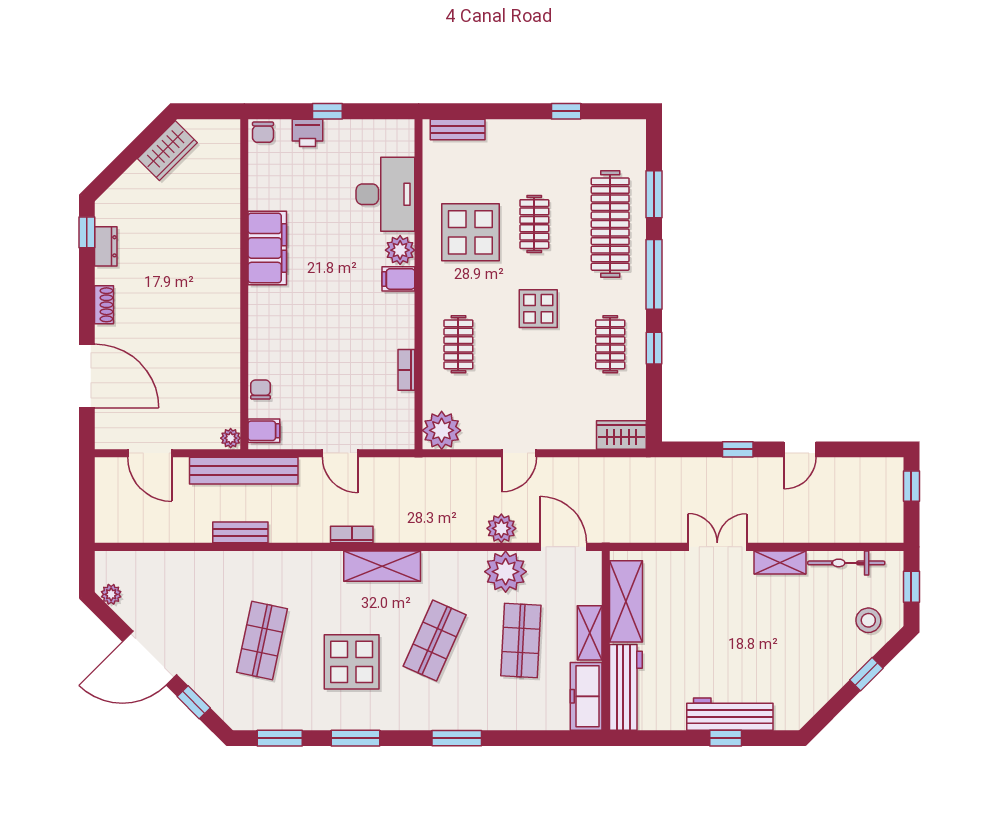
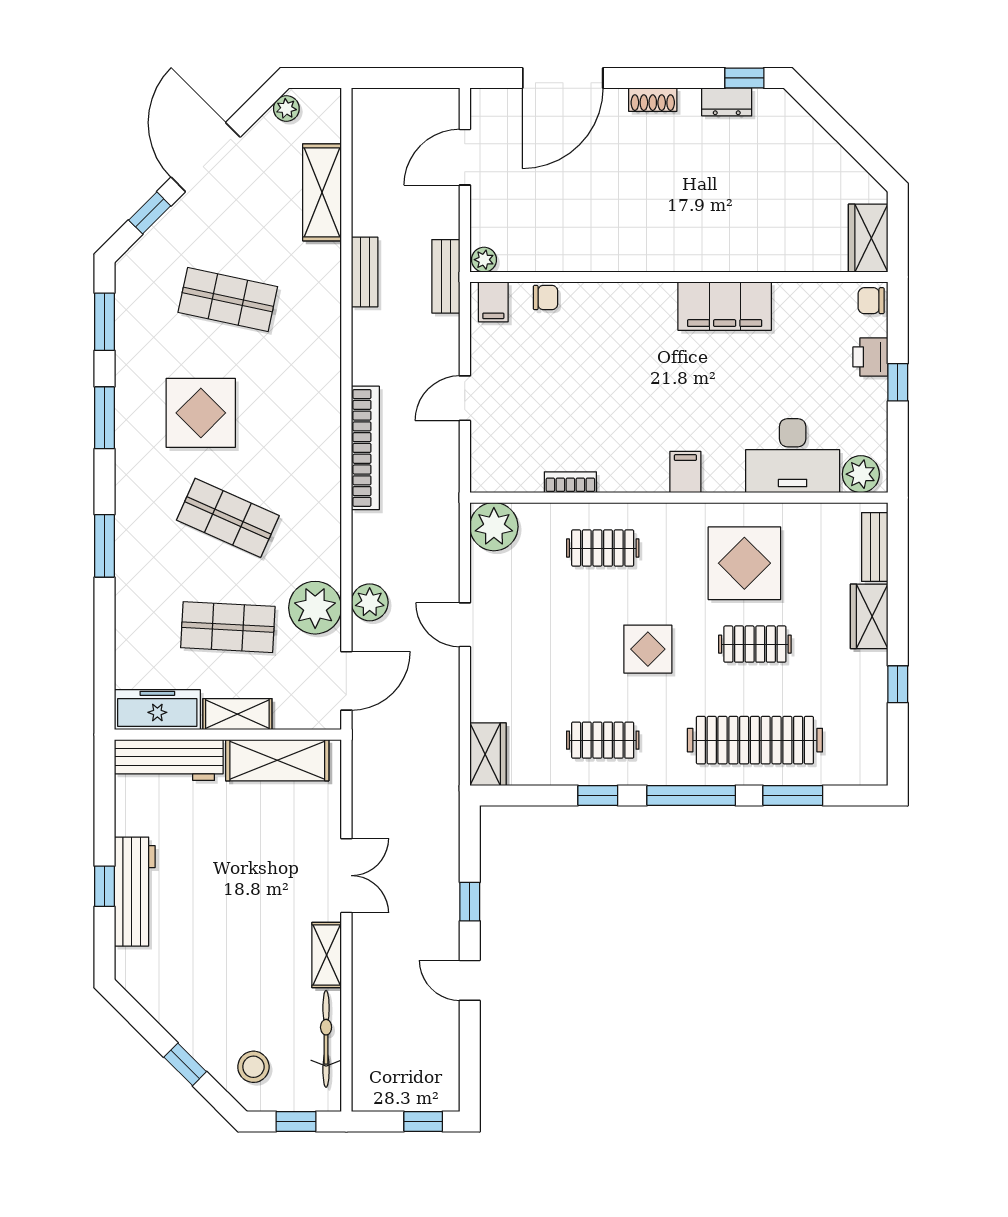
wardrobe: (512, 134) -> (869, 616), added
wardrobe: (167, 151) -> (868, 238), moved, turned 45
plant: (400, 250) -> (861, 474), moved
bench: (244, 471) -> (446, 276), width x0.54, depth x0.82
bookcase: (352, 535) -> (365, 448), width x2.31, depth x1.31
shelving: (382, 566) -> (322, 192), moved

